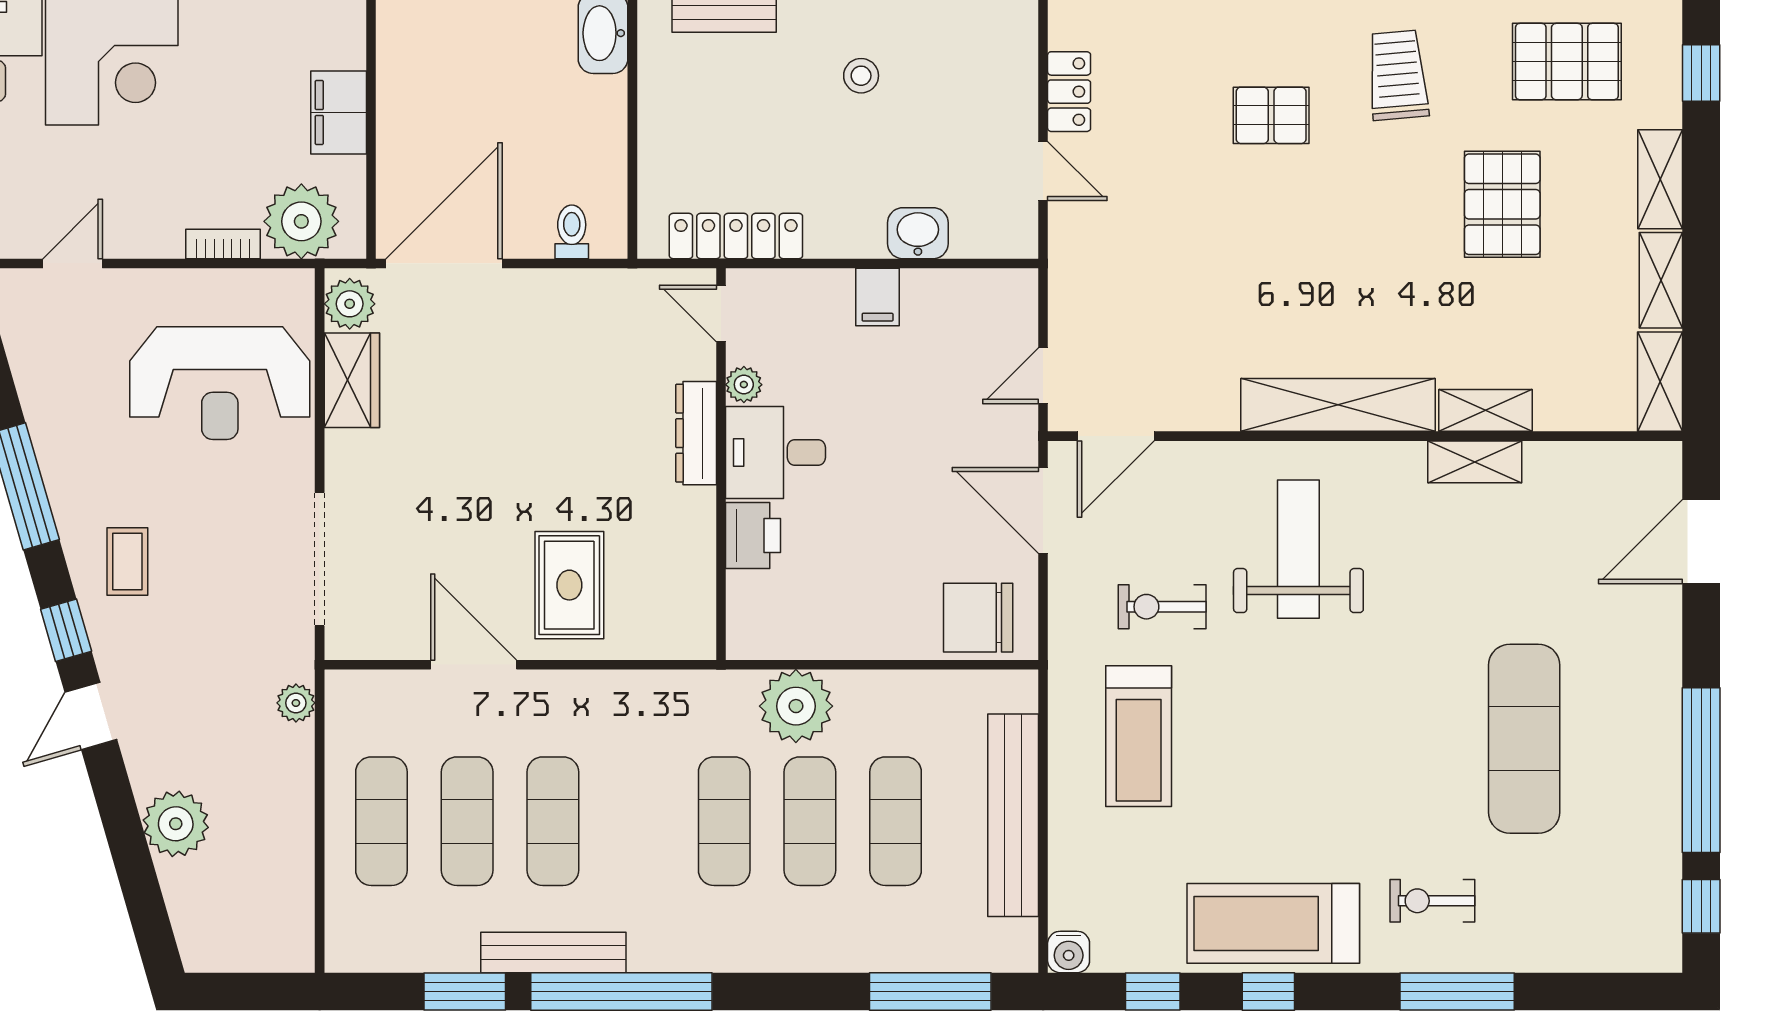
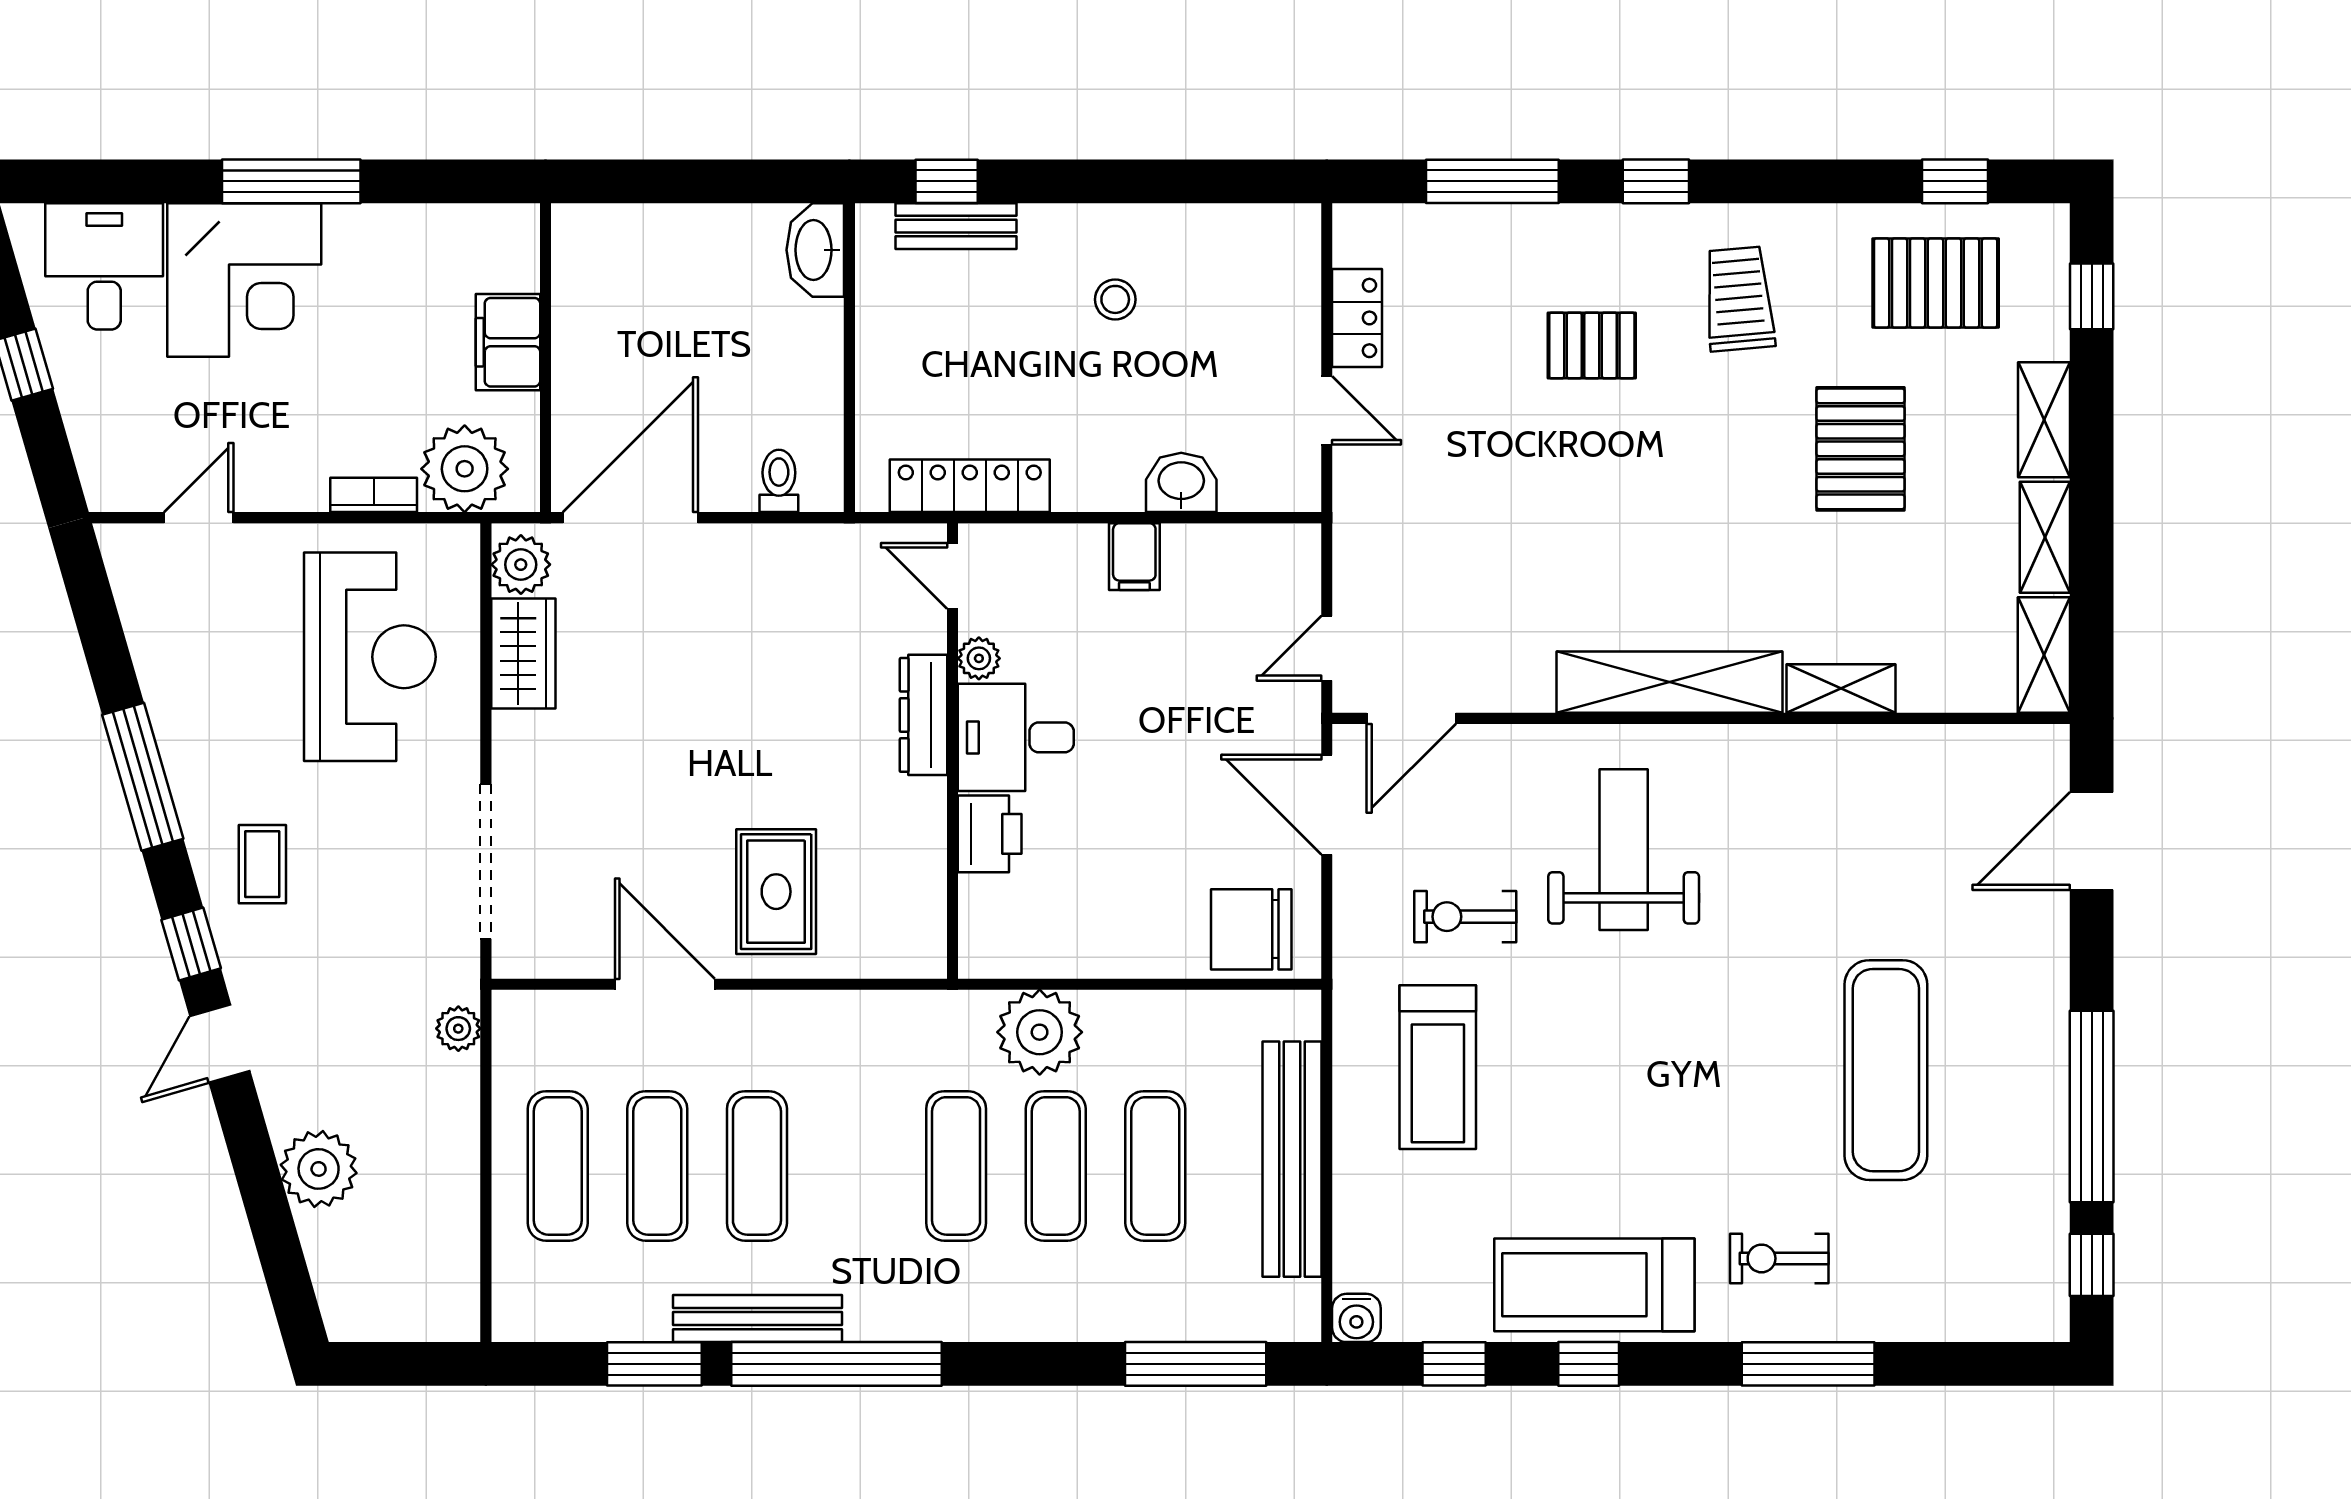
reception desk: (220, 383) -> (370, 657), turned -90
shelving: (1475, 462) -> (1829, 748), removed

